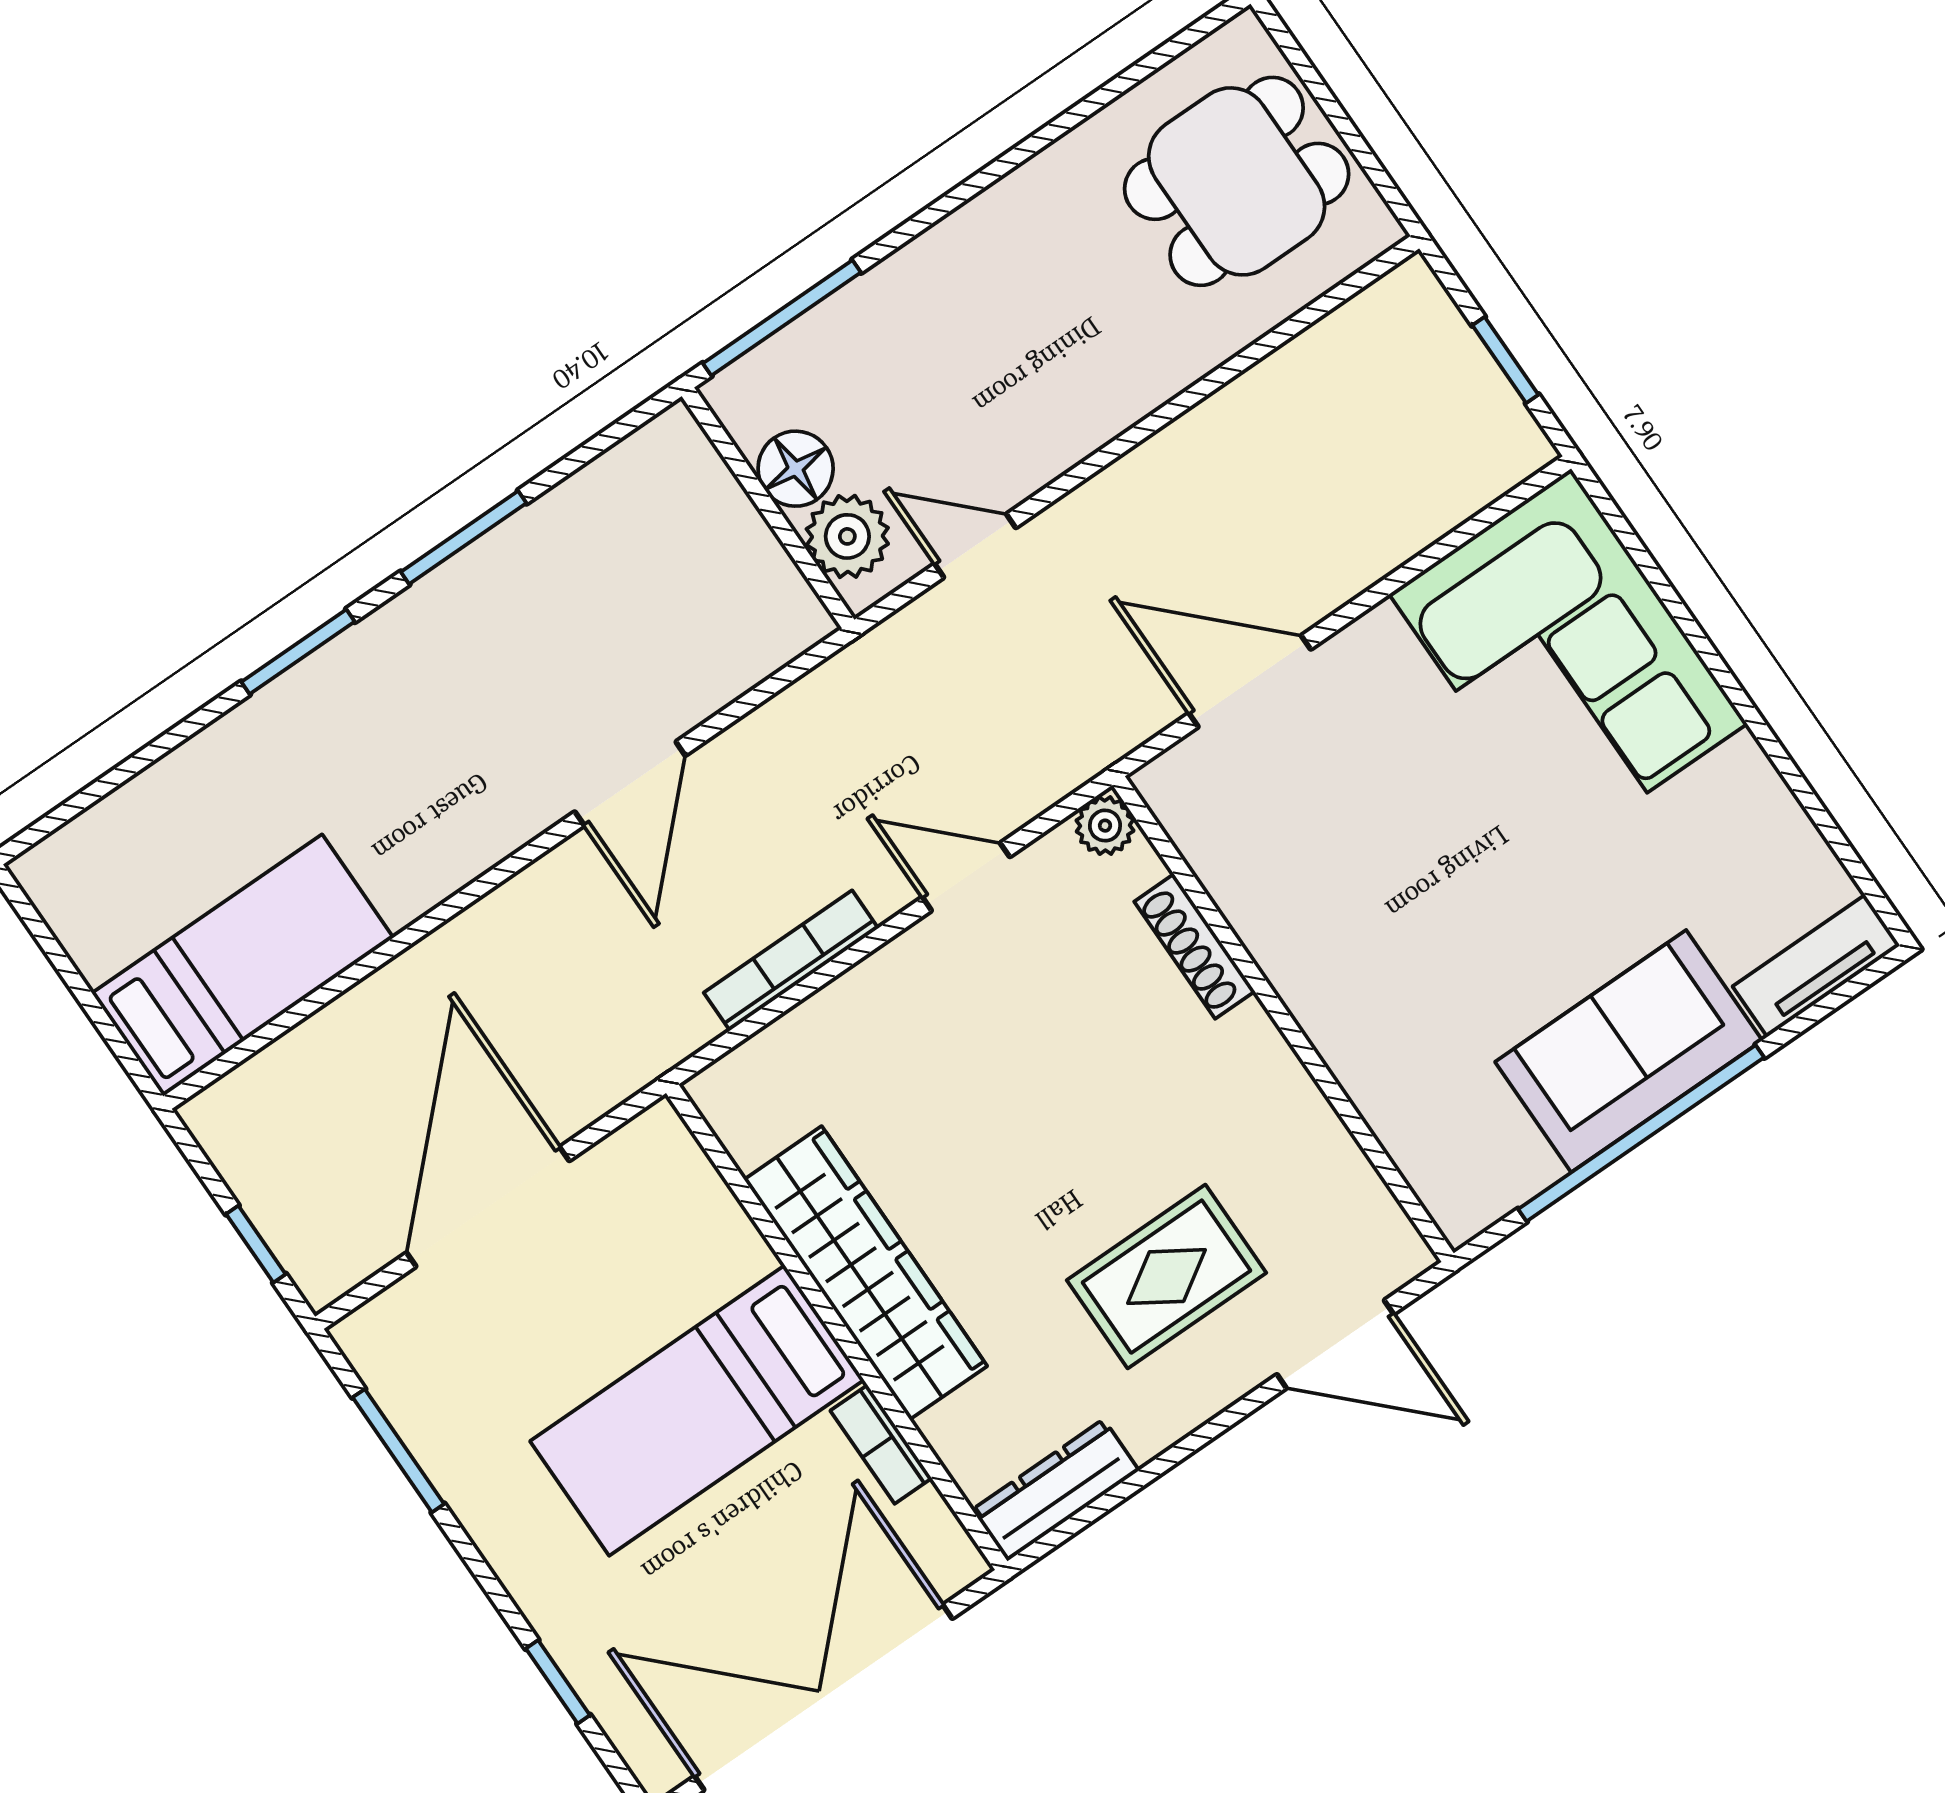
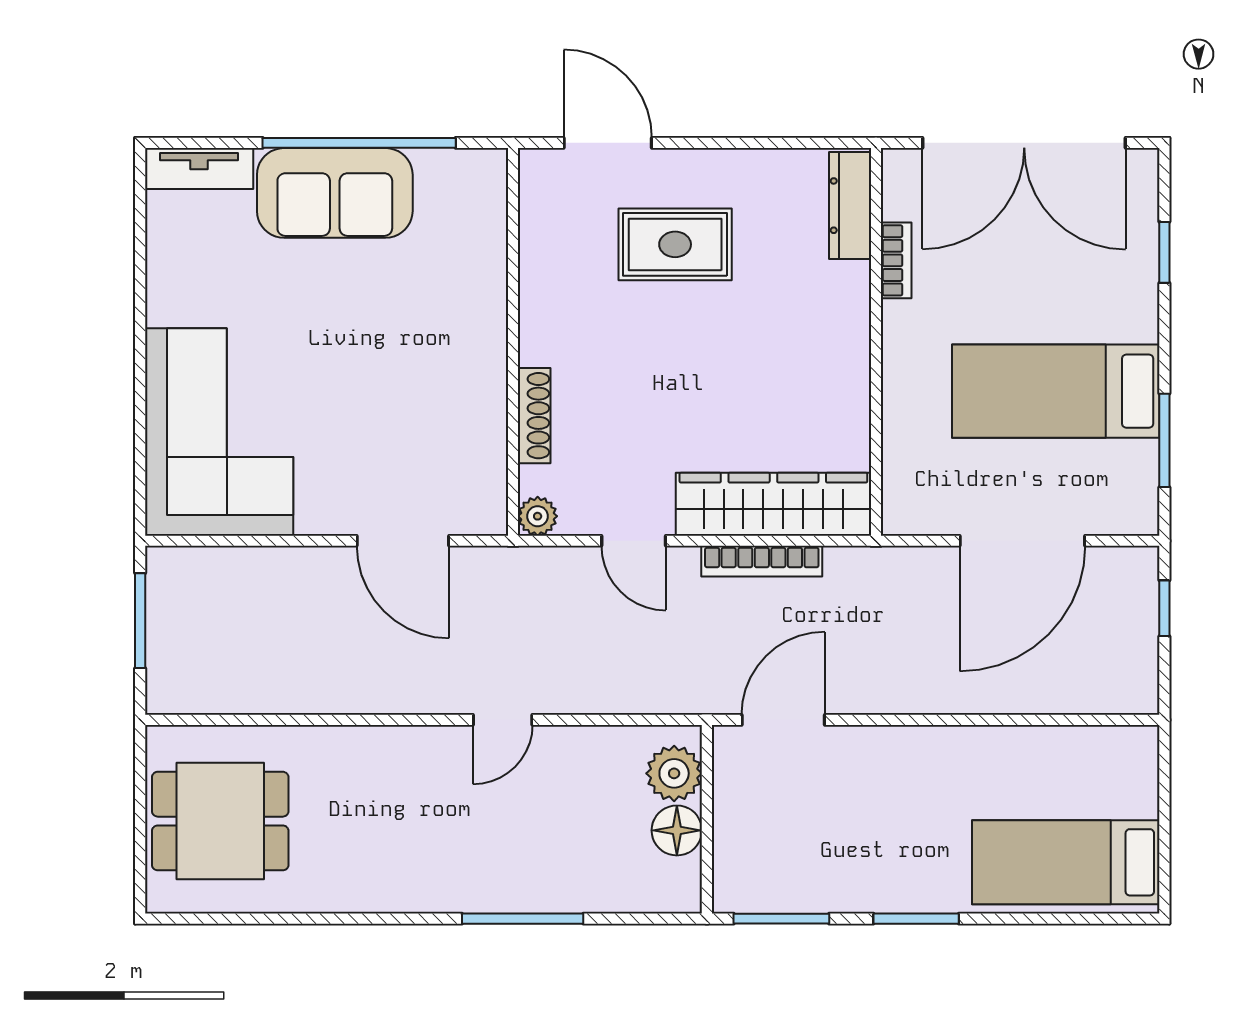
window: (1505, 360) -> (140, 621), width x1.50
floor lamp: (796, 469) -> (677, 830), moved
wall: (768, 508) -> (707, 819), moved
plant: (847, 536) -> (674, 773), moved
door: (975, 546) -> (503, 720), hinge flipped
bed: (243, 965) -> (1066, 862), moved
wardrobe: (866, 1273) -> (773, 504), moved, turned 90
bed: (697, 1411) -> (1056, 391), moved, turned 180
dresser: (1055, 1490) -> (850, 206), moved, turned 90

